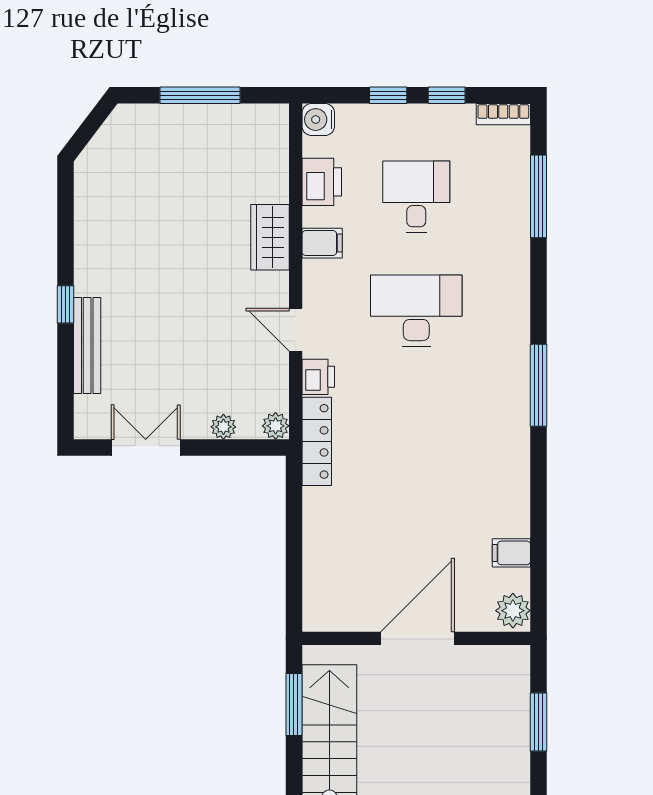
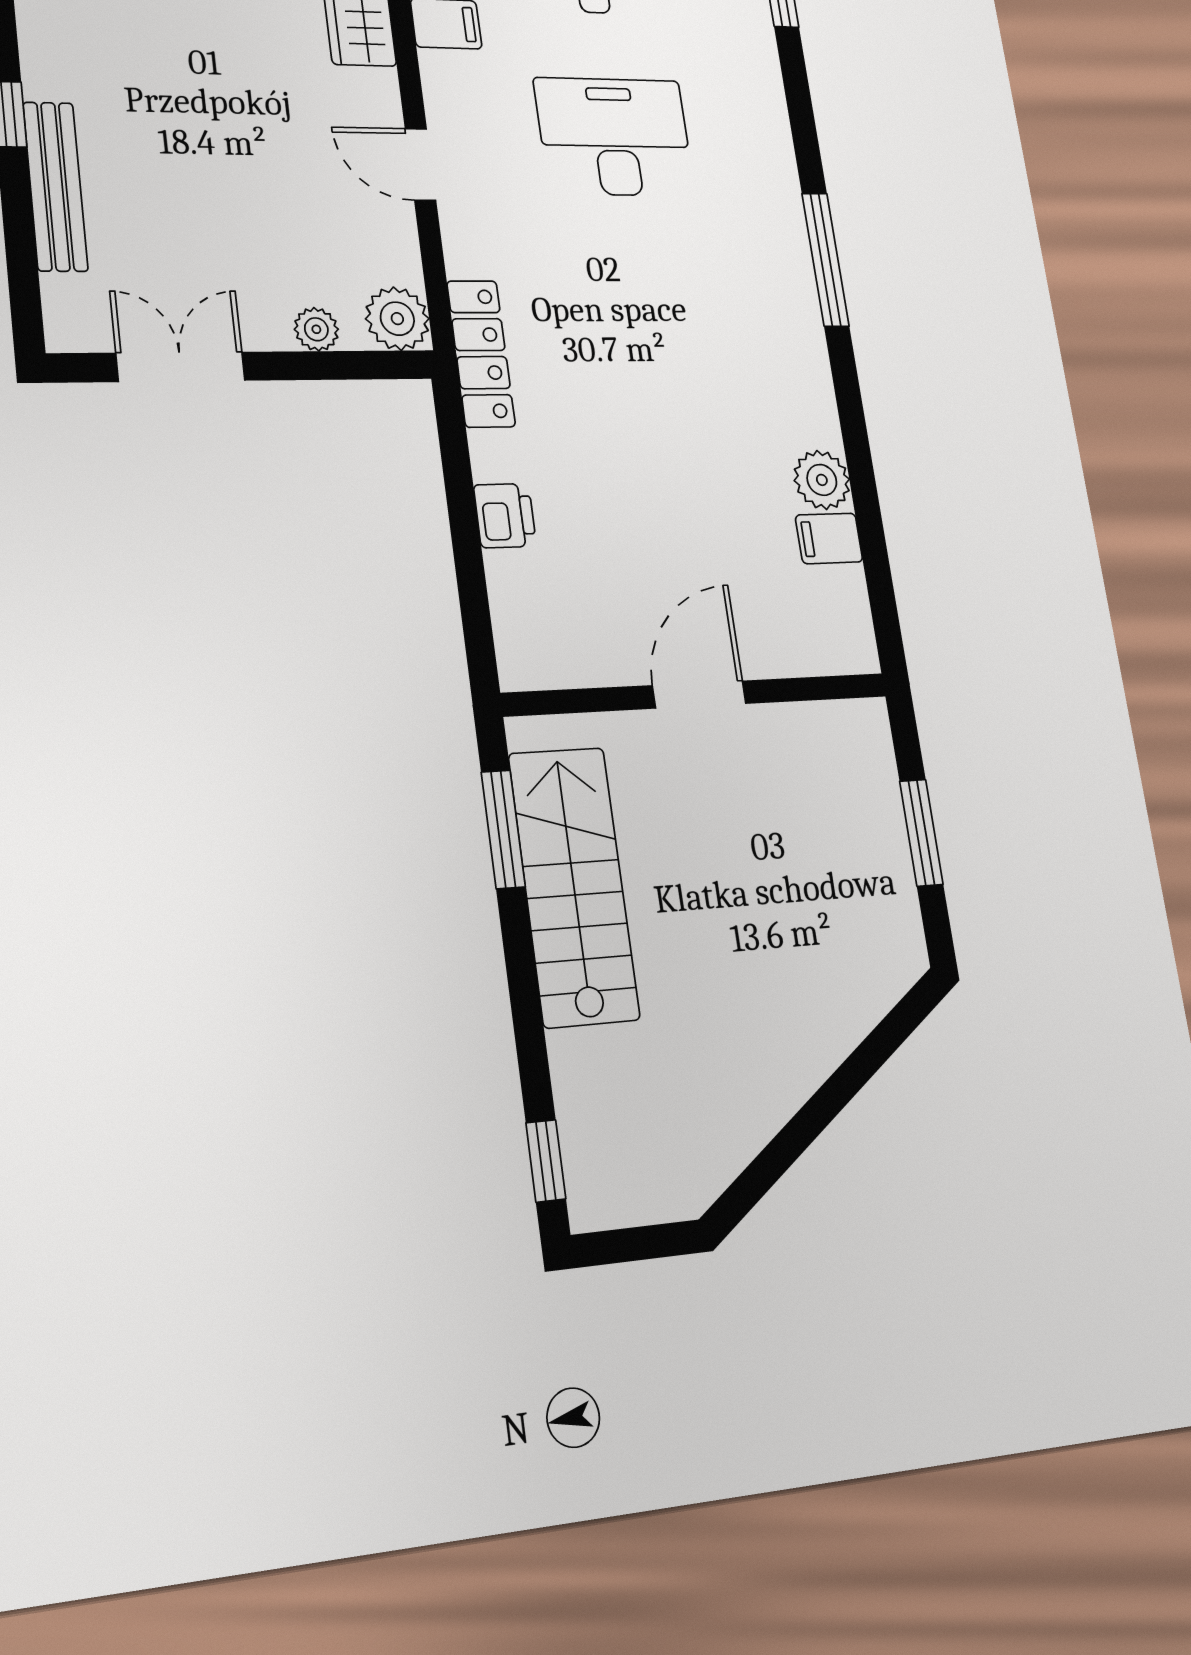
printer: (318, 377) -> (505, 516), moved
plant: (276, 426) -> (397, 319), width x1.38, depth x1.38
plant: (513, 611) -> (822, 480), moved
door: (417, 638) -> (699, 695), width x0.73

